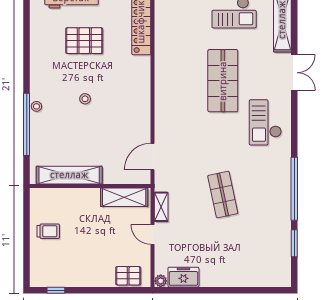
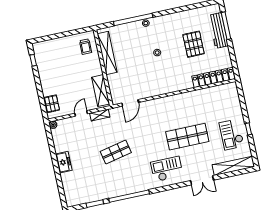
door: (153, 157) -> (130, 103), swing flipped
trolley: (48, 231) -> (86, 47), moved
freezer: (183, 277) -> (64, 162), moved

